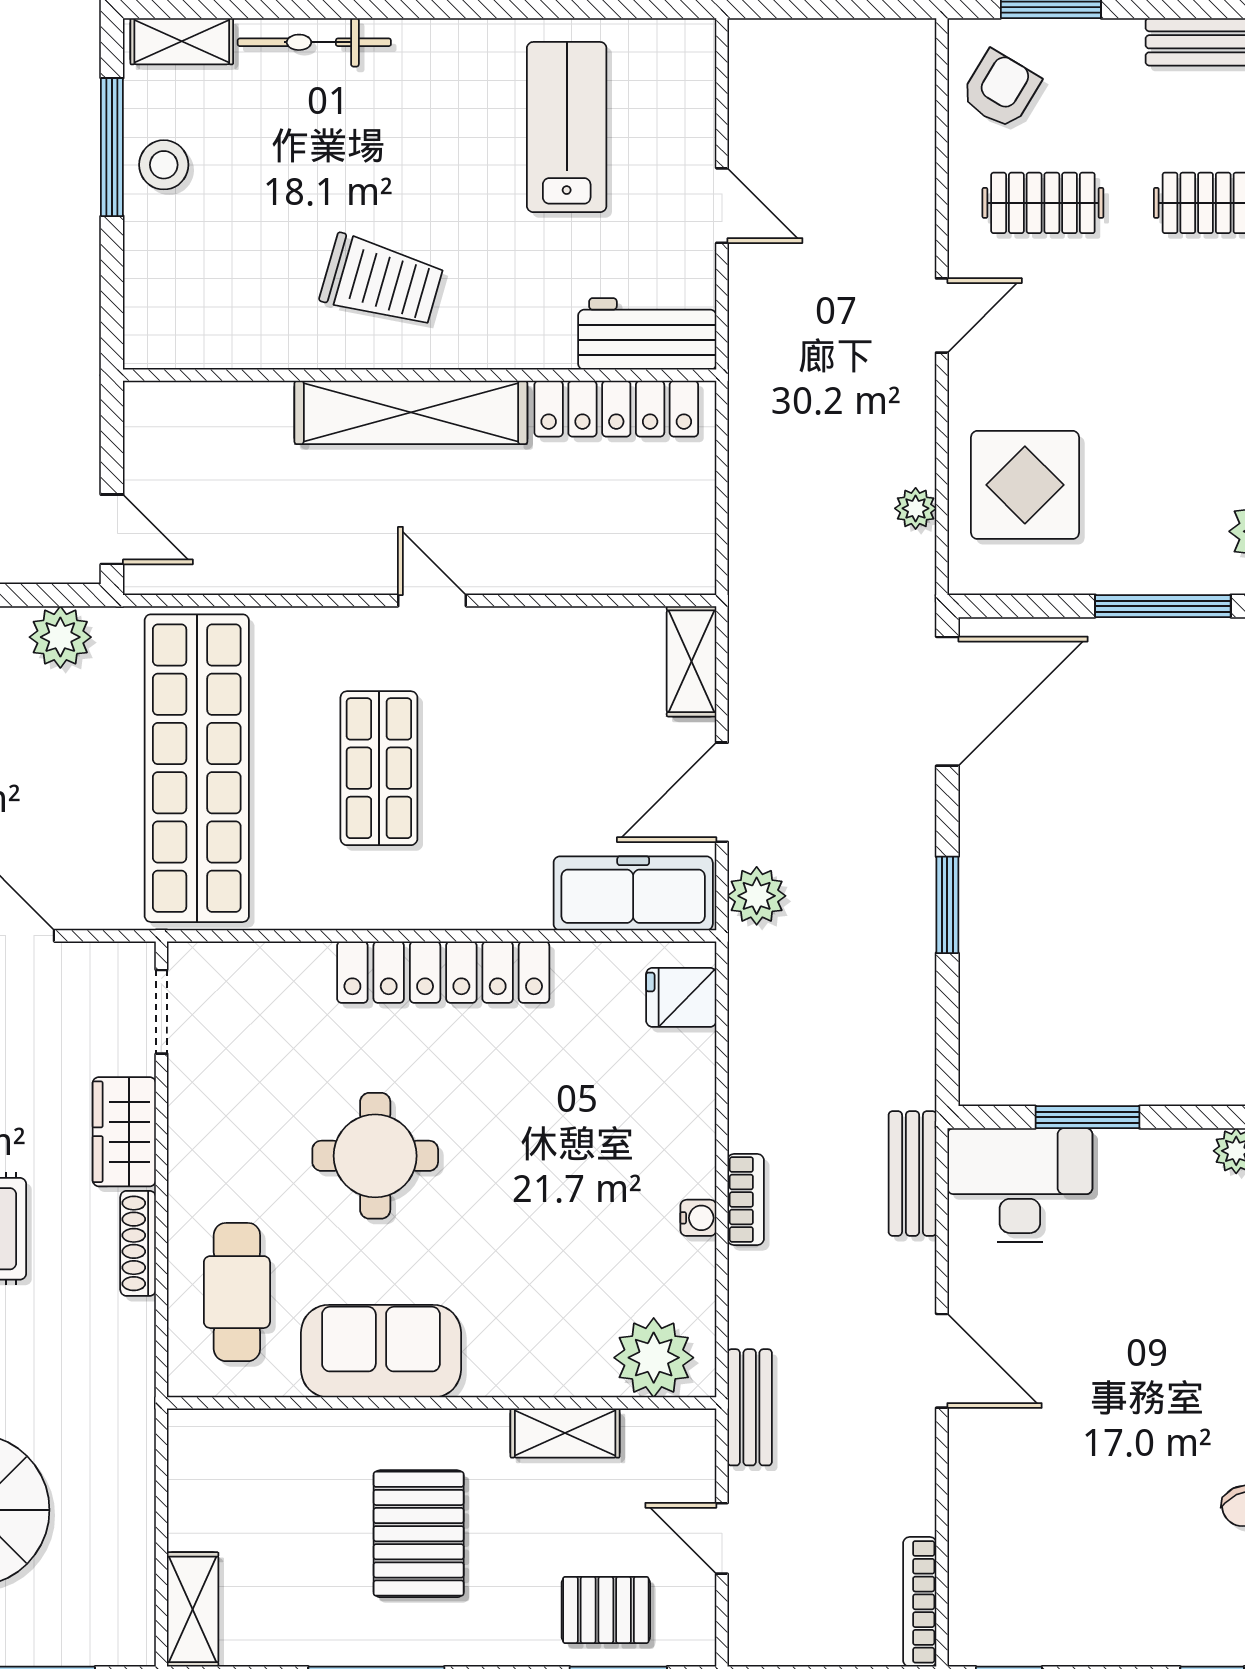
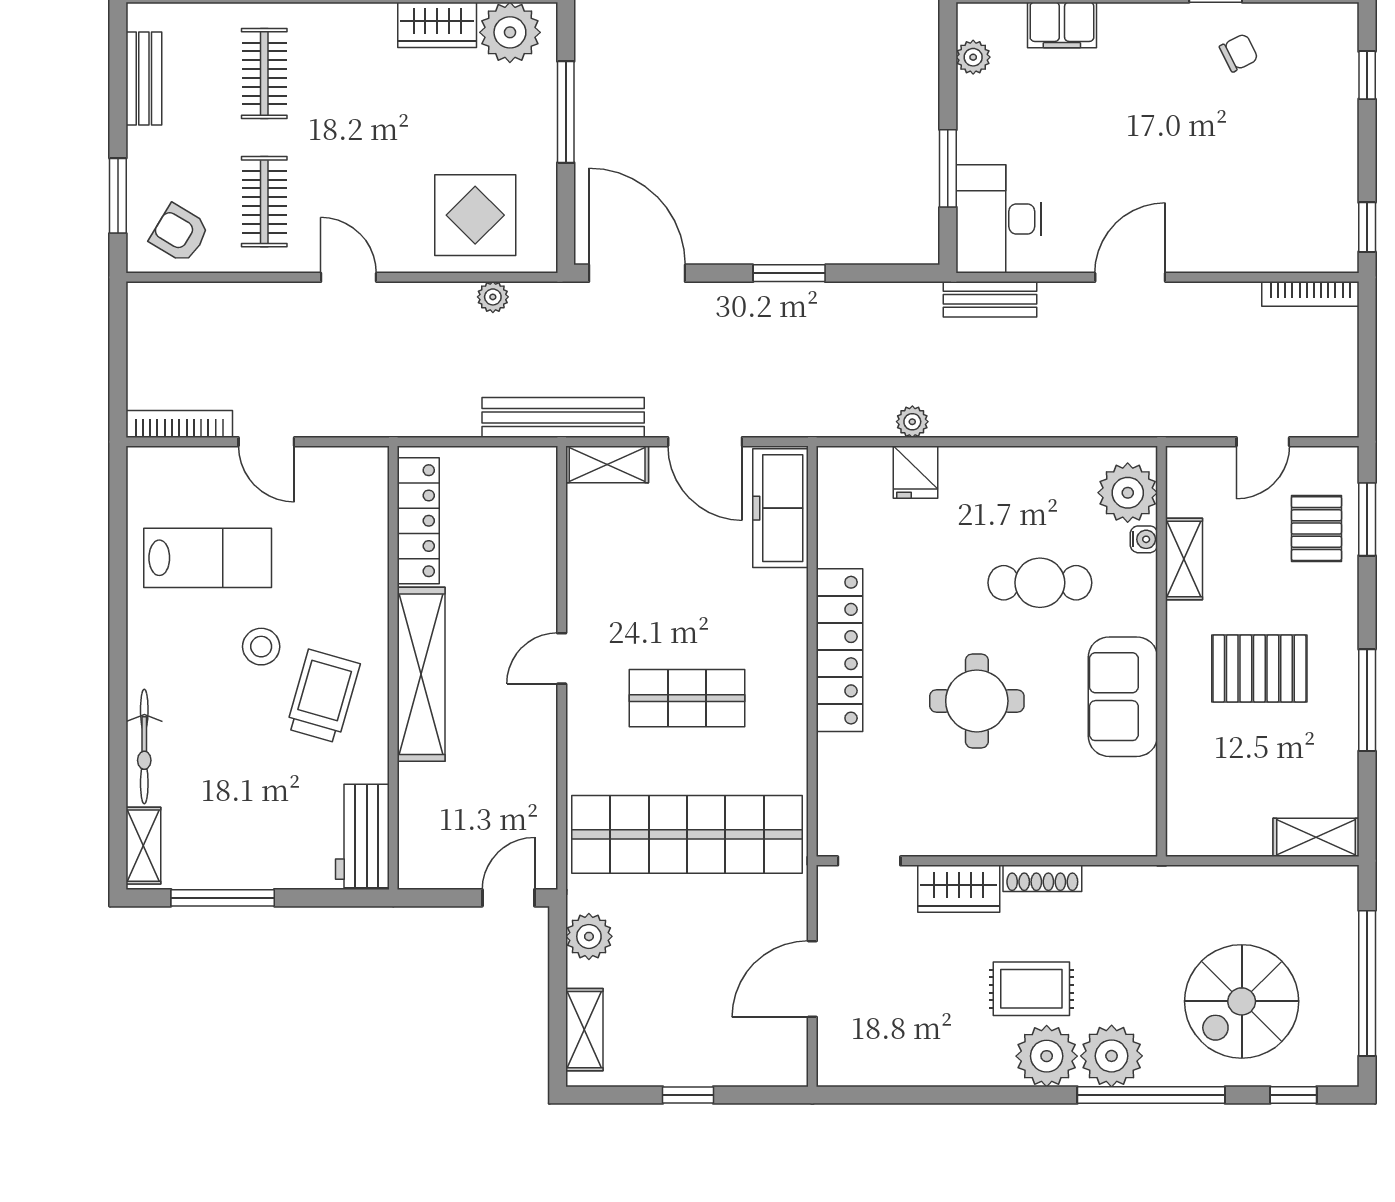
lab bench: (567, 127) -> (208, 558), turned 180
stool: (164, 165) -> (261, 647), moved
door: (722, 206) -> (266, 442), swing flipped
workbench: (647, 334) -> (362, 836), moved
plant: (757, 896) -> (912, 422), moved, width x0.73, depth x0.73
fridge: (681, 997) -> (915, 472), moved
bookcase: (746, 1199) -> (179, 424), moved, width x1.56
water cooler: (698, 1218) -> (1144, 539), moved, turned 90
cafe table: (237, 1292) -> (1040, 583), moved
bench: (750, 1407) -> (563, 417), moved, width x1.86, depth x1.21

